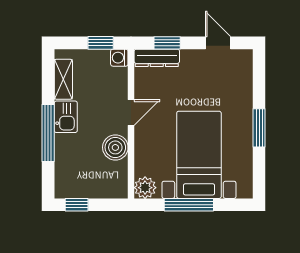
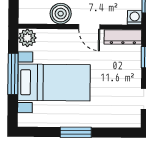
dresser: (157, 58) -> (123, 37), moved, turned -90

